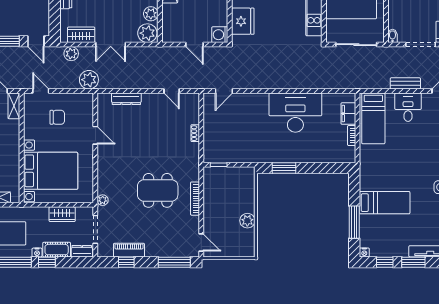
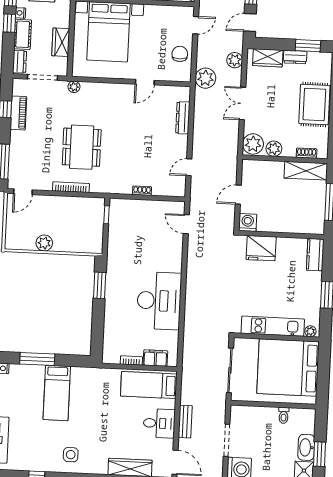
wardrobe: (81, 35) -> (268, 58), moved, turned 90
bidet: (392, 36) -> (237, 410), removed
chair: (57, 117) -> (180, 54), moved, turned 180

